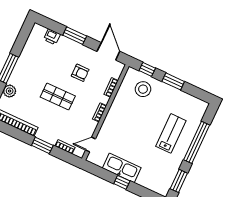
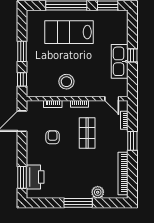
window: (75, 36) -> (22, 177), moved
printer: (52, 37) -> (35, 177), width x1.87, depth x1.48
stool: (143, 89) -> (66, 82), moved
shop shelf: (58, 97) -> (87, 133), moved
lab bench: (171, 133) -> (69, 32), width x1.36, depth x1.39

